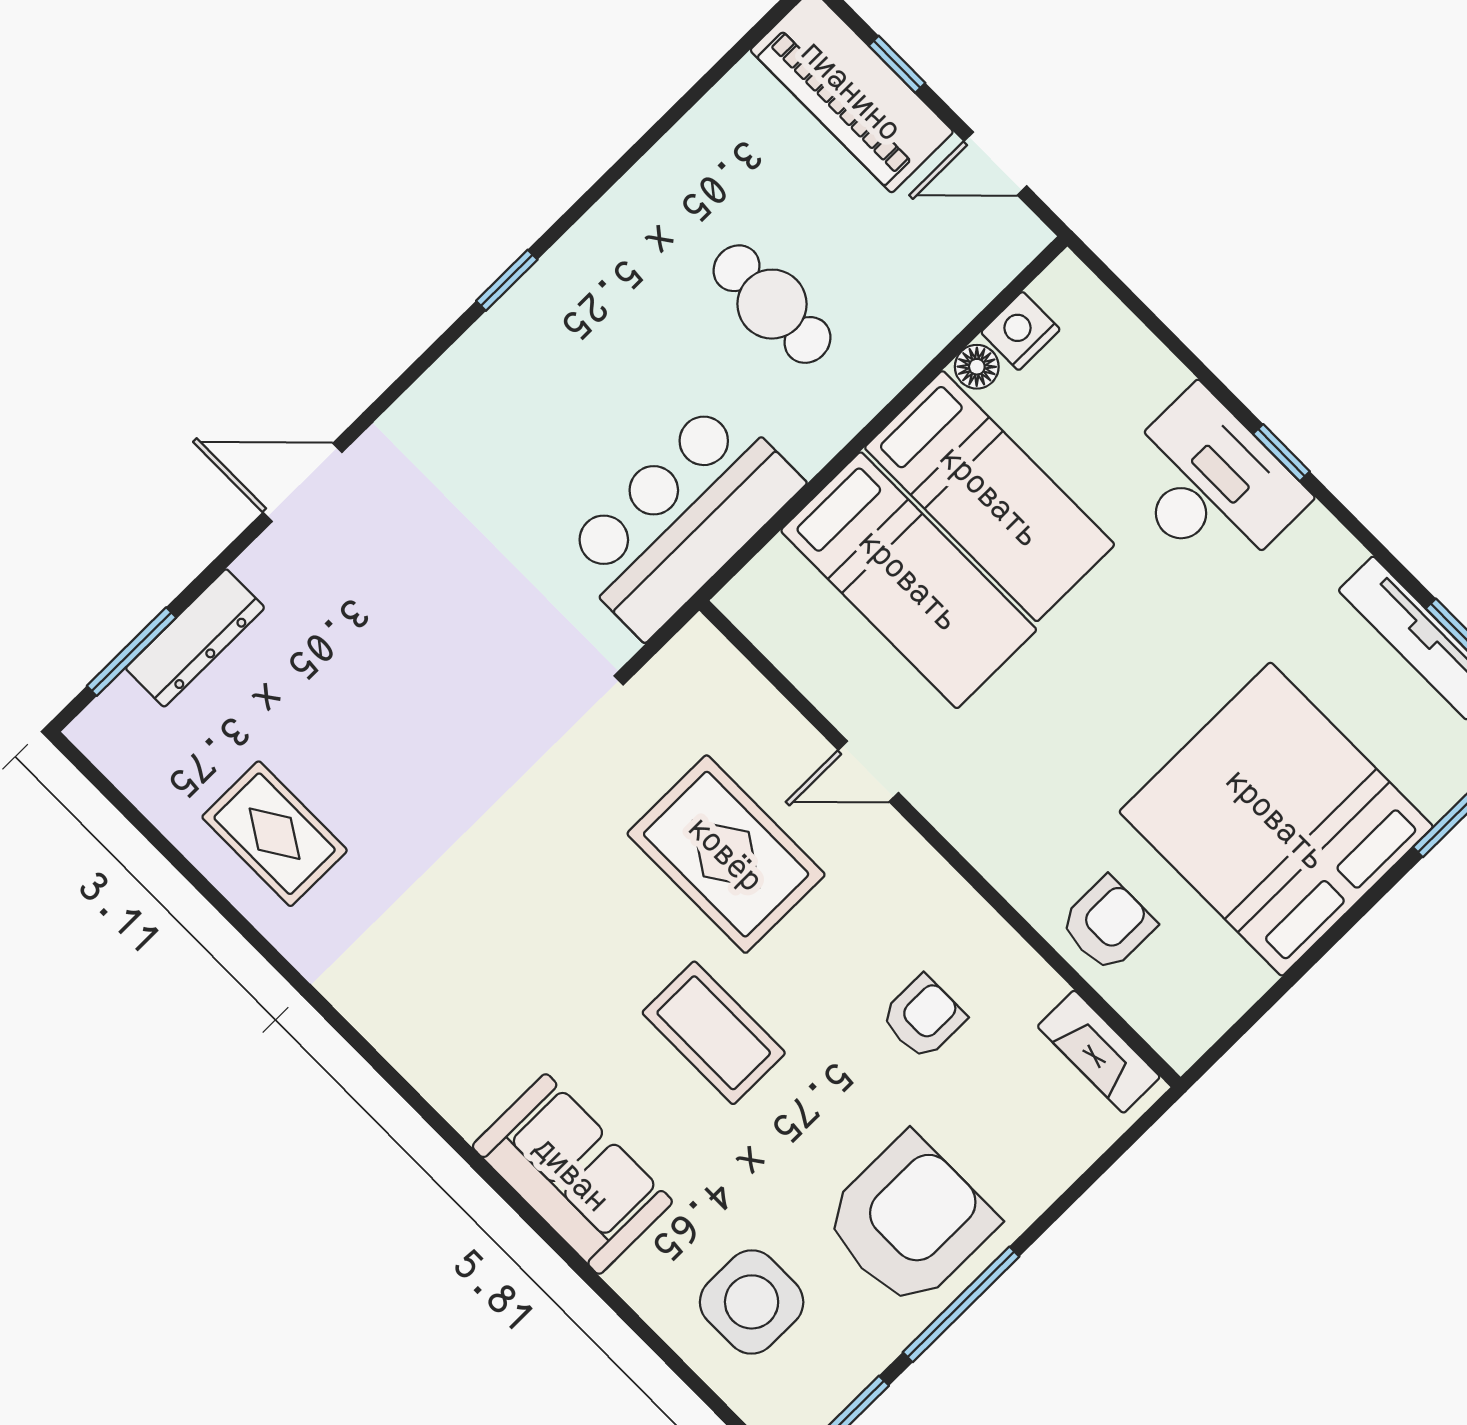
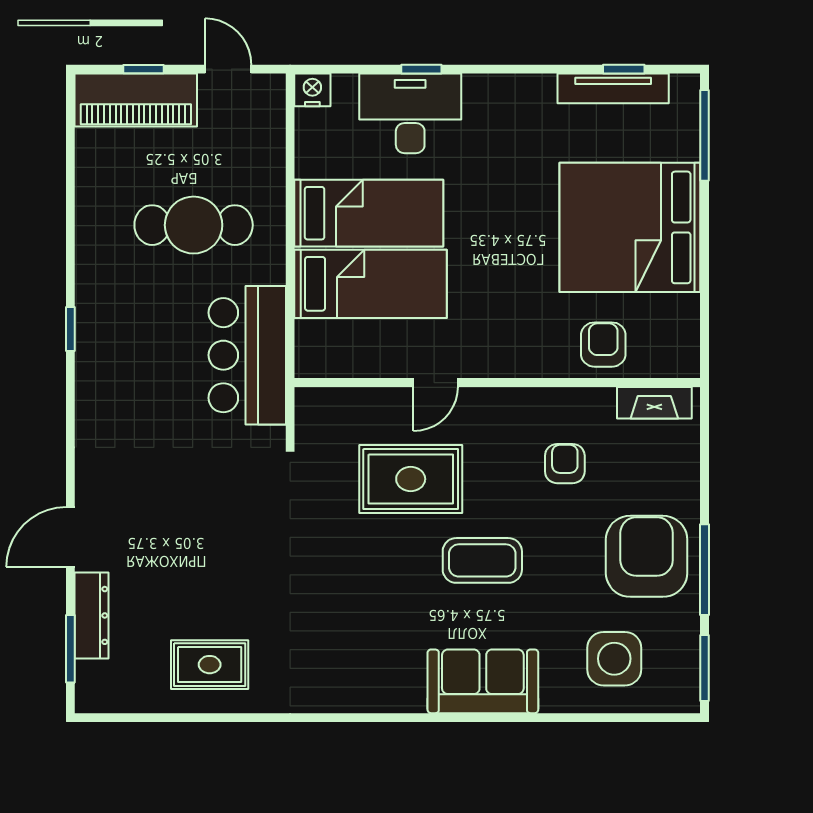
door: (995, 164) -> (228, 69), swing flipped
cafe table: (772, 304) -> (194, 225), width x1.37, depth x1.35
nightstand: (1021, 331) -> (312, 90), moved, turned 90
floor lamp: (977, 367) -> (308, 164), removed
window: (1281, 453) -> (421, 69), moved
door: (303, 482) -> (70, 537), moved
desk: (1210, 484) -> (410, 113), moved

